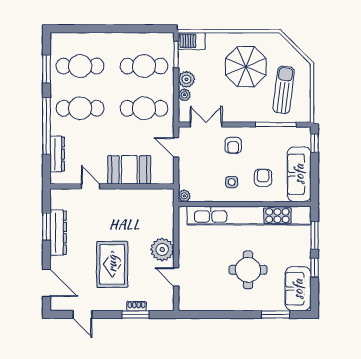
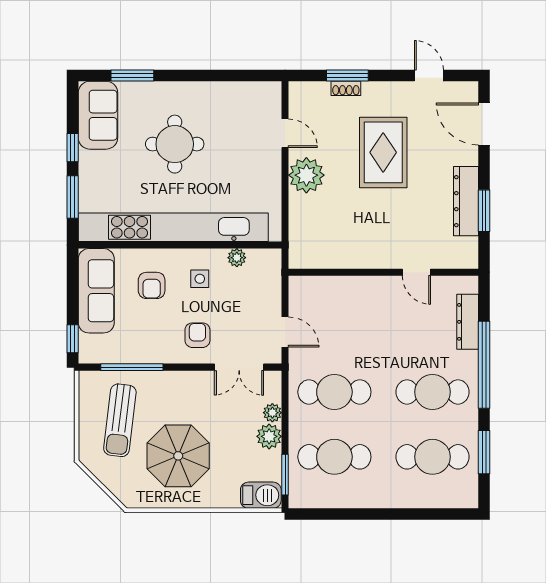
booth: (129, 170) -> (357, 298), removed
plant: (184, 196) -> (237, 258), moved

